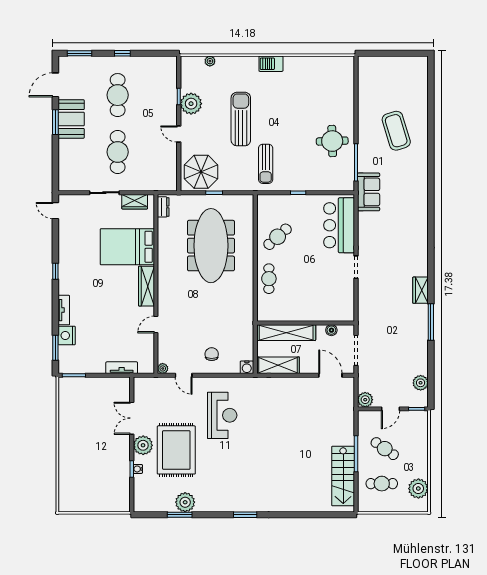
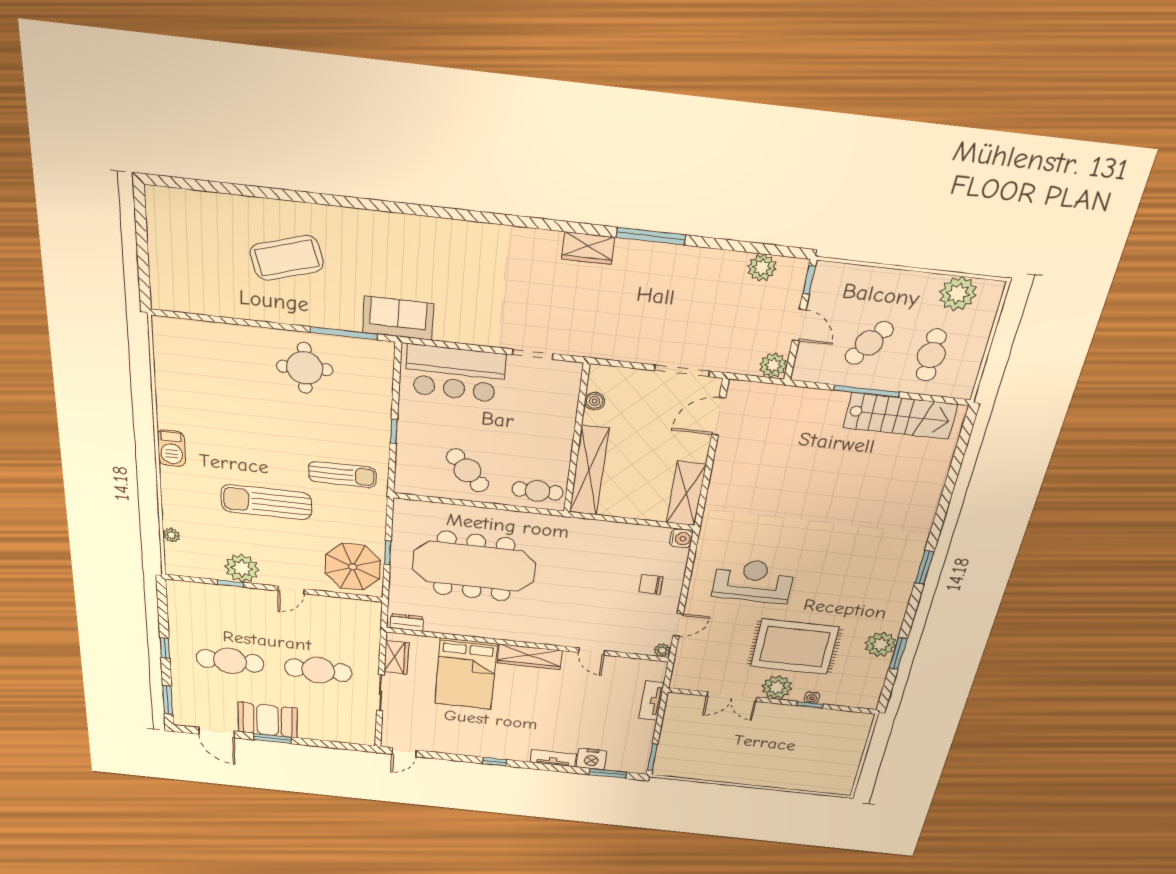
wall: (306, 323) -> (576, 440), moved
boiler: (331, 330) -> (595, 401), moved
shelving: (286, 333) -> (589, 471), moved

